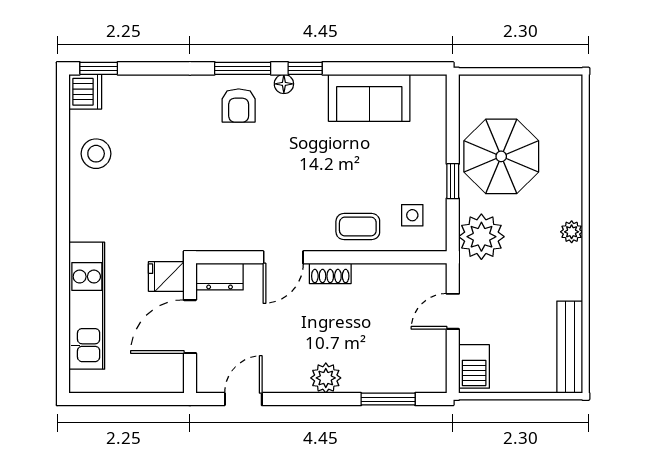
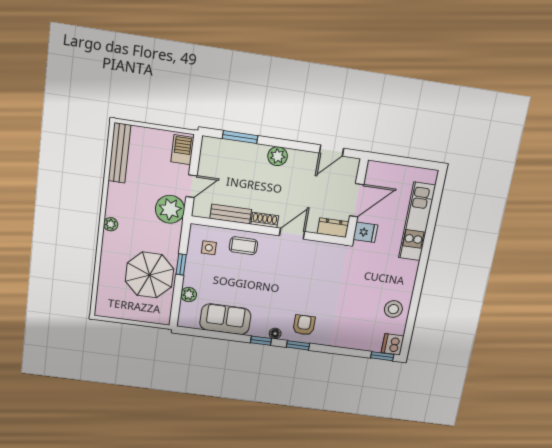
window: (243, 68) -> (298, 345), width x0.67
plant: (434, 132) -> (189, 295), added
plant: (481, 237) -> (170, 209), moved
bench: (385, 275) -> (231, 214), added

